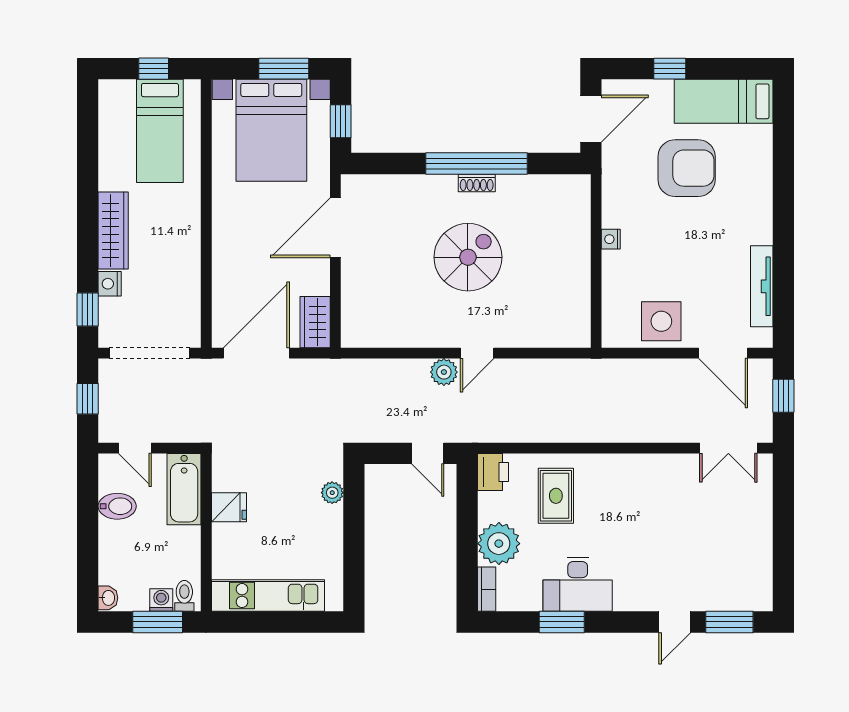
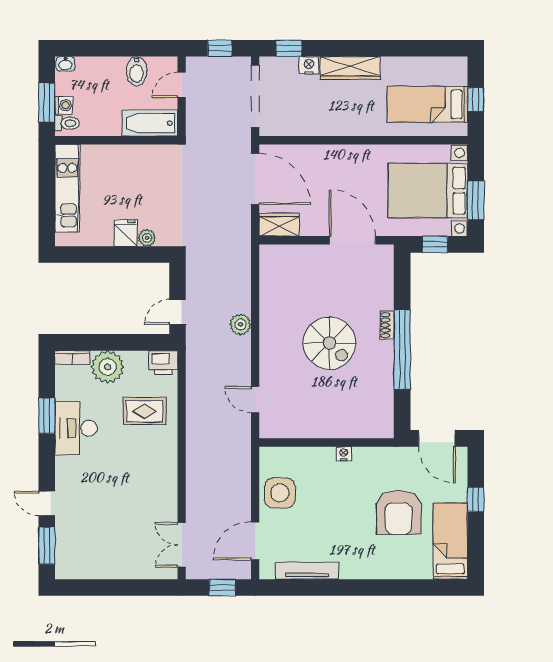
shoe rack: (477, 183) -> (387, 325), moved
door: (477, 353) -> (255, 400), moved
fridge: (229, 507) -> (125, 233), moved, turned 180

